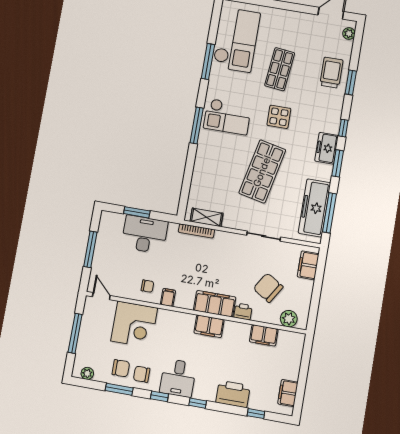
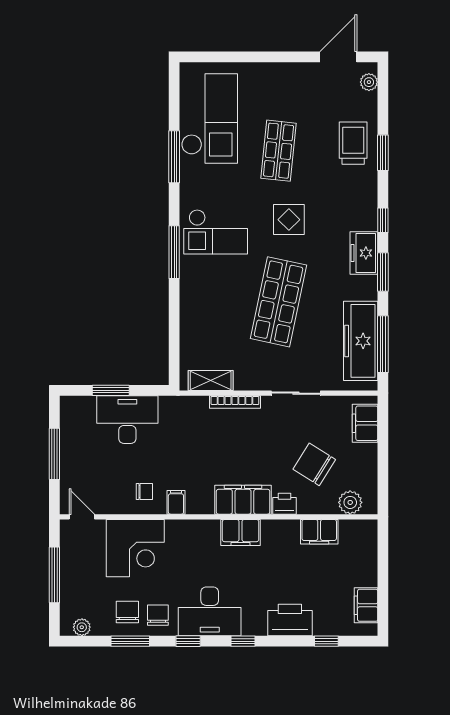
bookcase: (196, 231) -> (235, 402), moved
chair: (121, 368) -> (127, 612), turned -90
chair: (142, 374) -> (158, 615), turned 90
desk: (178, 378) -> (210, 611), width x1.37

